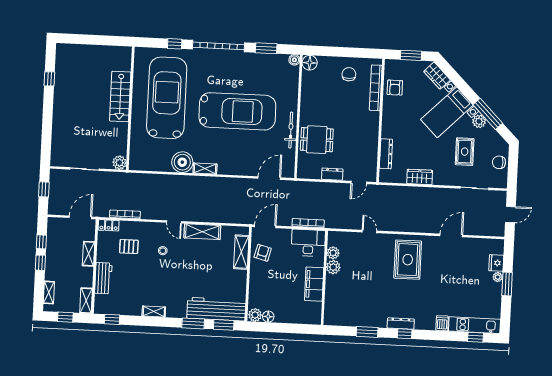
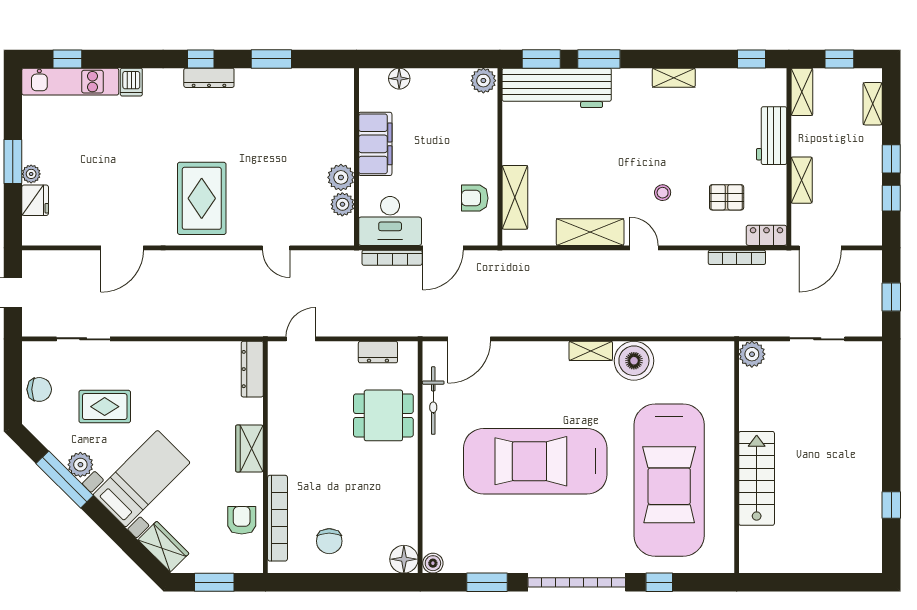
bicycle: (291, 130) -> (433, 401), moved
rug: (465, 152) -> (105, 407), turned 90
dresser: (386, 154) -> (252, 369), moved
dresser: (332, 174) -> (378, 352), moved
wardrobe: (420, 177) -> (250, 449), moved, turned 90
door: (265, 226) -> (443, 248), moved
armchair: (263, 253) -> (475, 198), turned 76
floor lamp: (268, 317) -> (399, 79), moved

